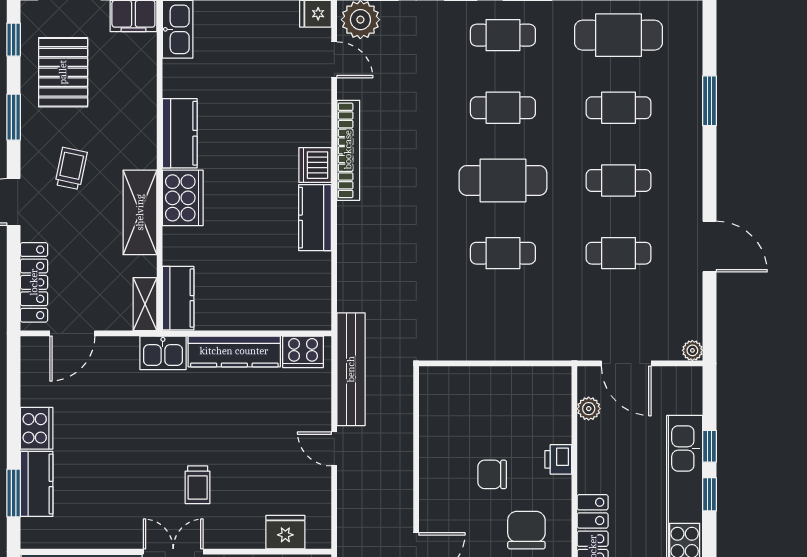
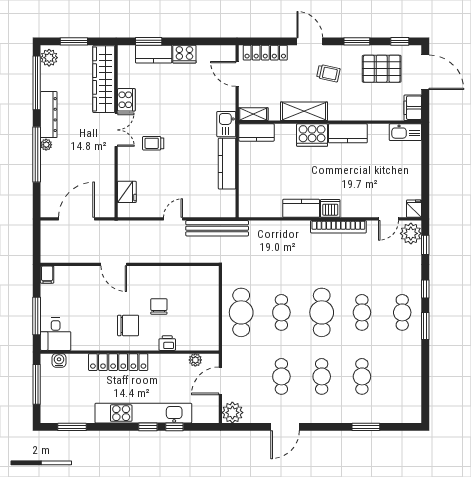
cafe table: (619, 35) -> (241, 312), moved
plant: (692, 350) -> (232, 413), width x1.88, depth x1.88
cooker: (303, 352) -> (126, 100), moved, turned 180

